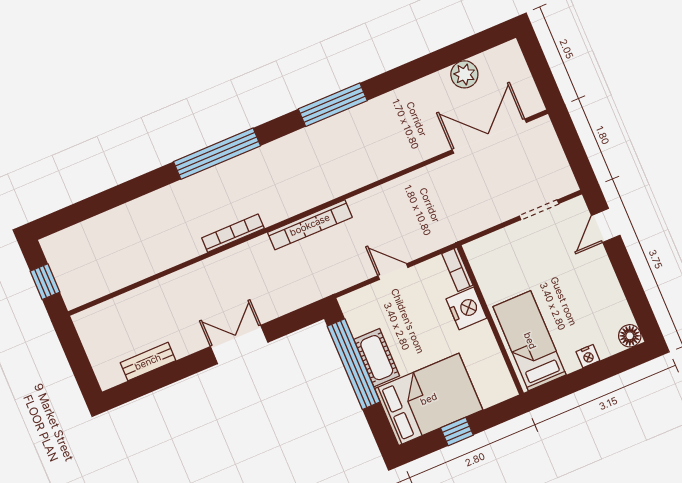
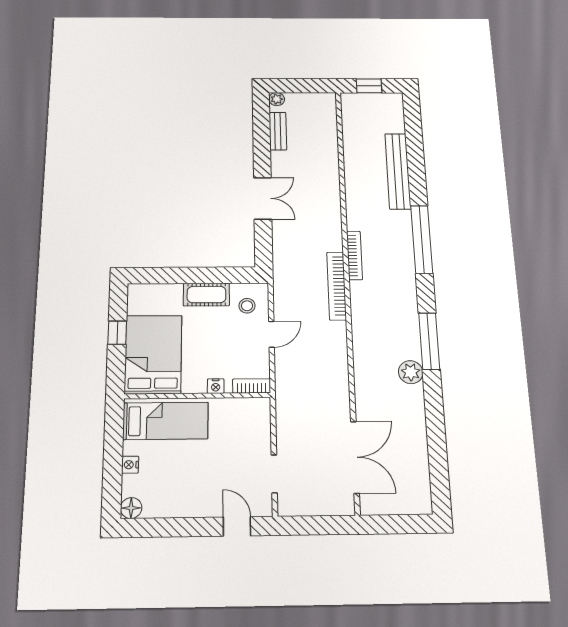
plant: (464, 74) -> (411, 372), moved
bench: (143, 209) -> (398, 171), added
bookcase: (233, 233) -> (354, 255), moved
nightstand: (466, 308) -> (216, 386), width x0.53, depth x0.56
stool: (372, 310) -> (247, 306), added
window: (354, 364) -> (209, 275), removed
plant: (107, 379) -> (277, 99), added
bed: (429, 399) -> (153, 354), moved, turned 180

